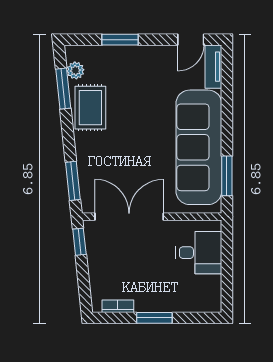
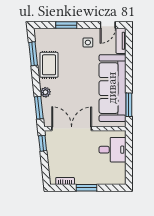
side table: (157, 69) -> (88, 42), added
plant: (75, 70) -> (45, 92), moved

